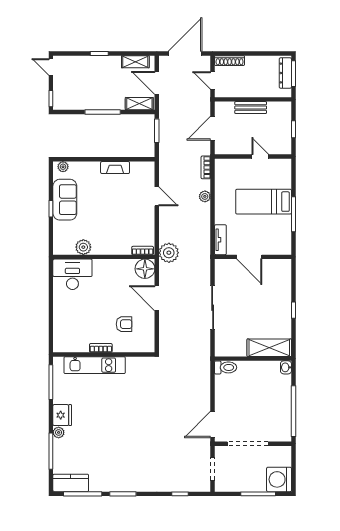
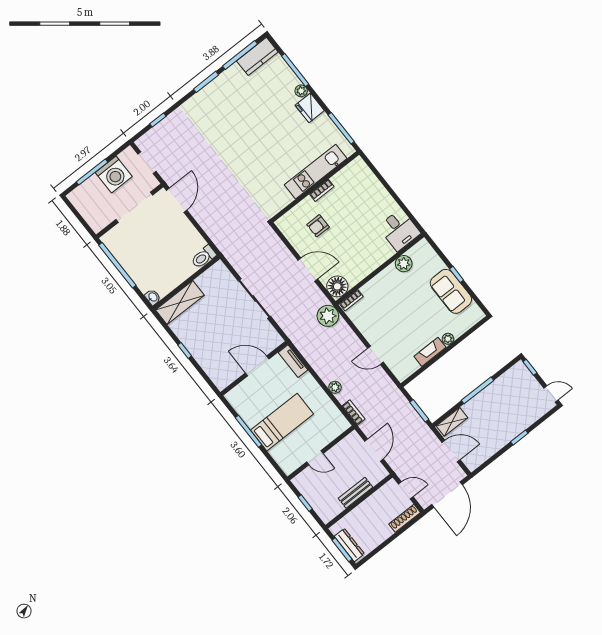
shelving: (135, 62) -> (483, 455), removed
plant: (63, 167) -> (448, 339), moved
desk: (72, 274) -> (399, 230), width x0.73
washing machine: (279, 479) -> (114, 175), moved, turned 90

